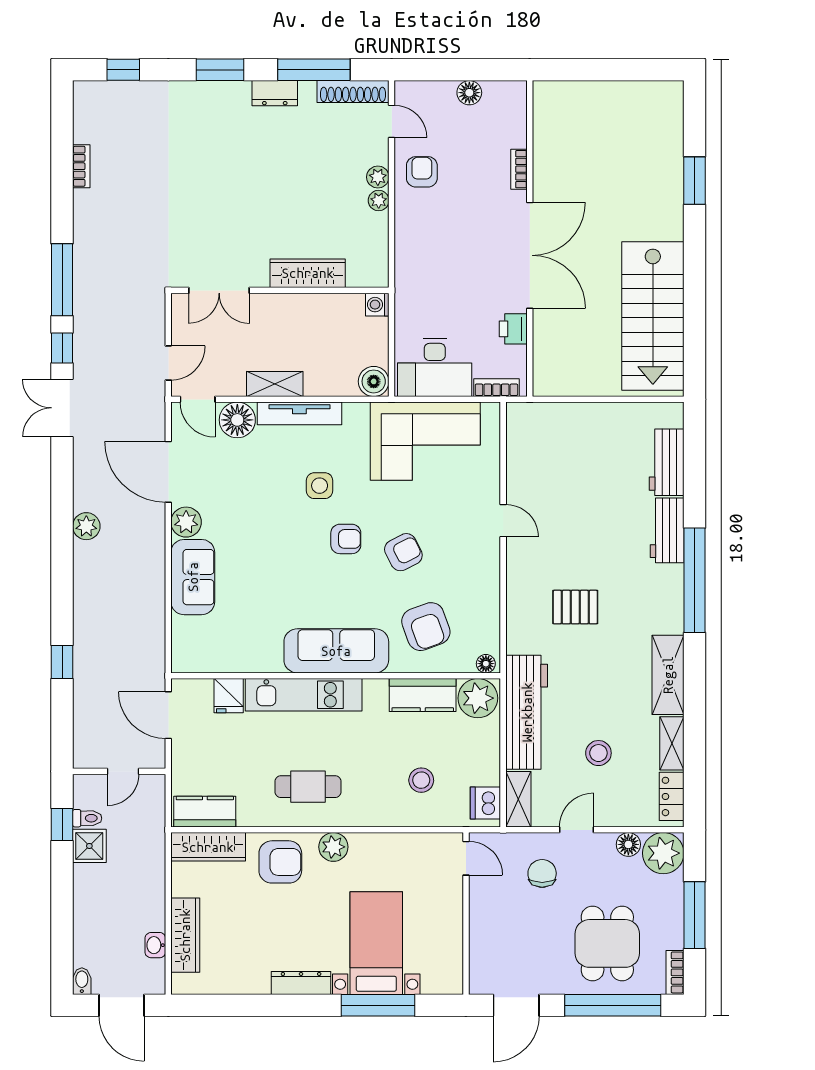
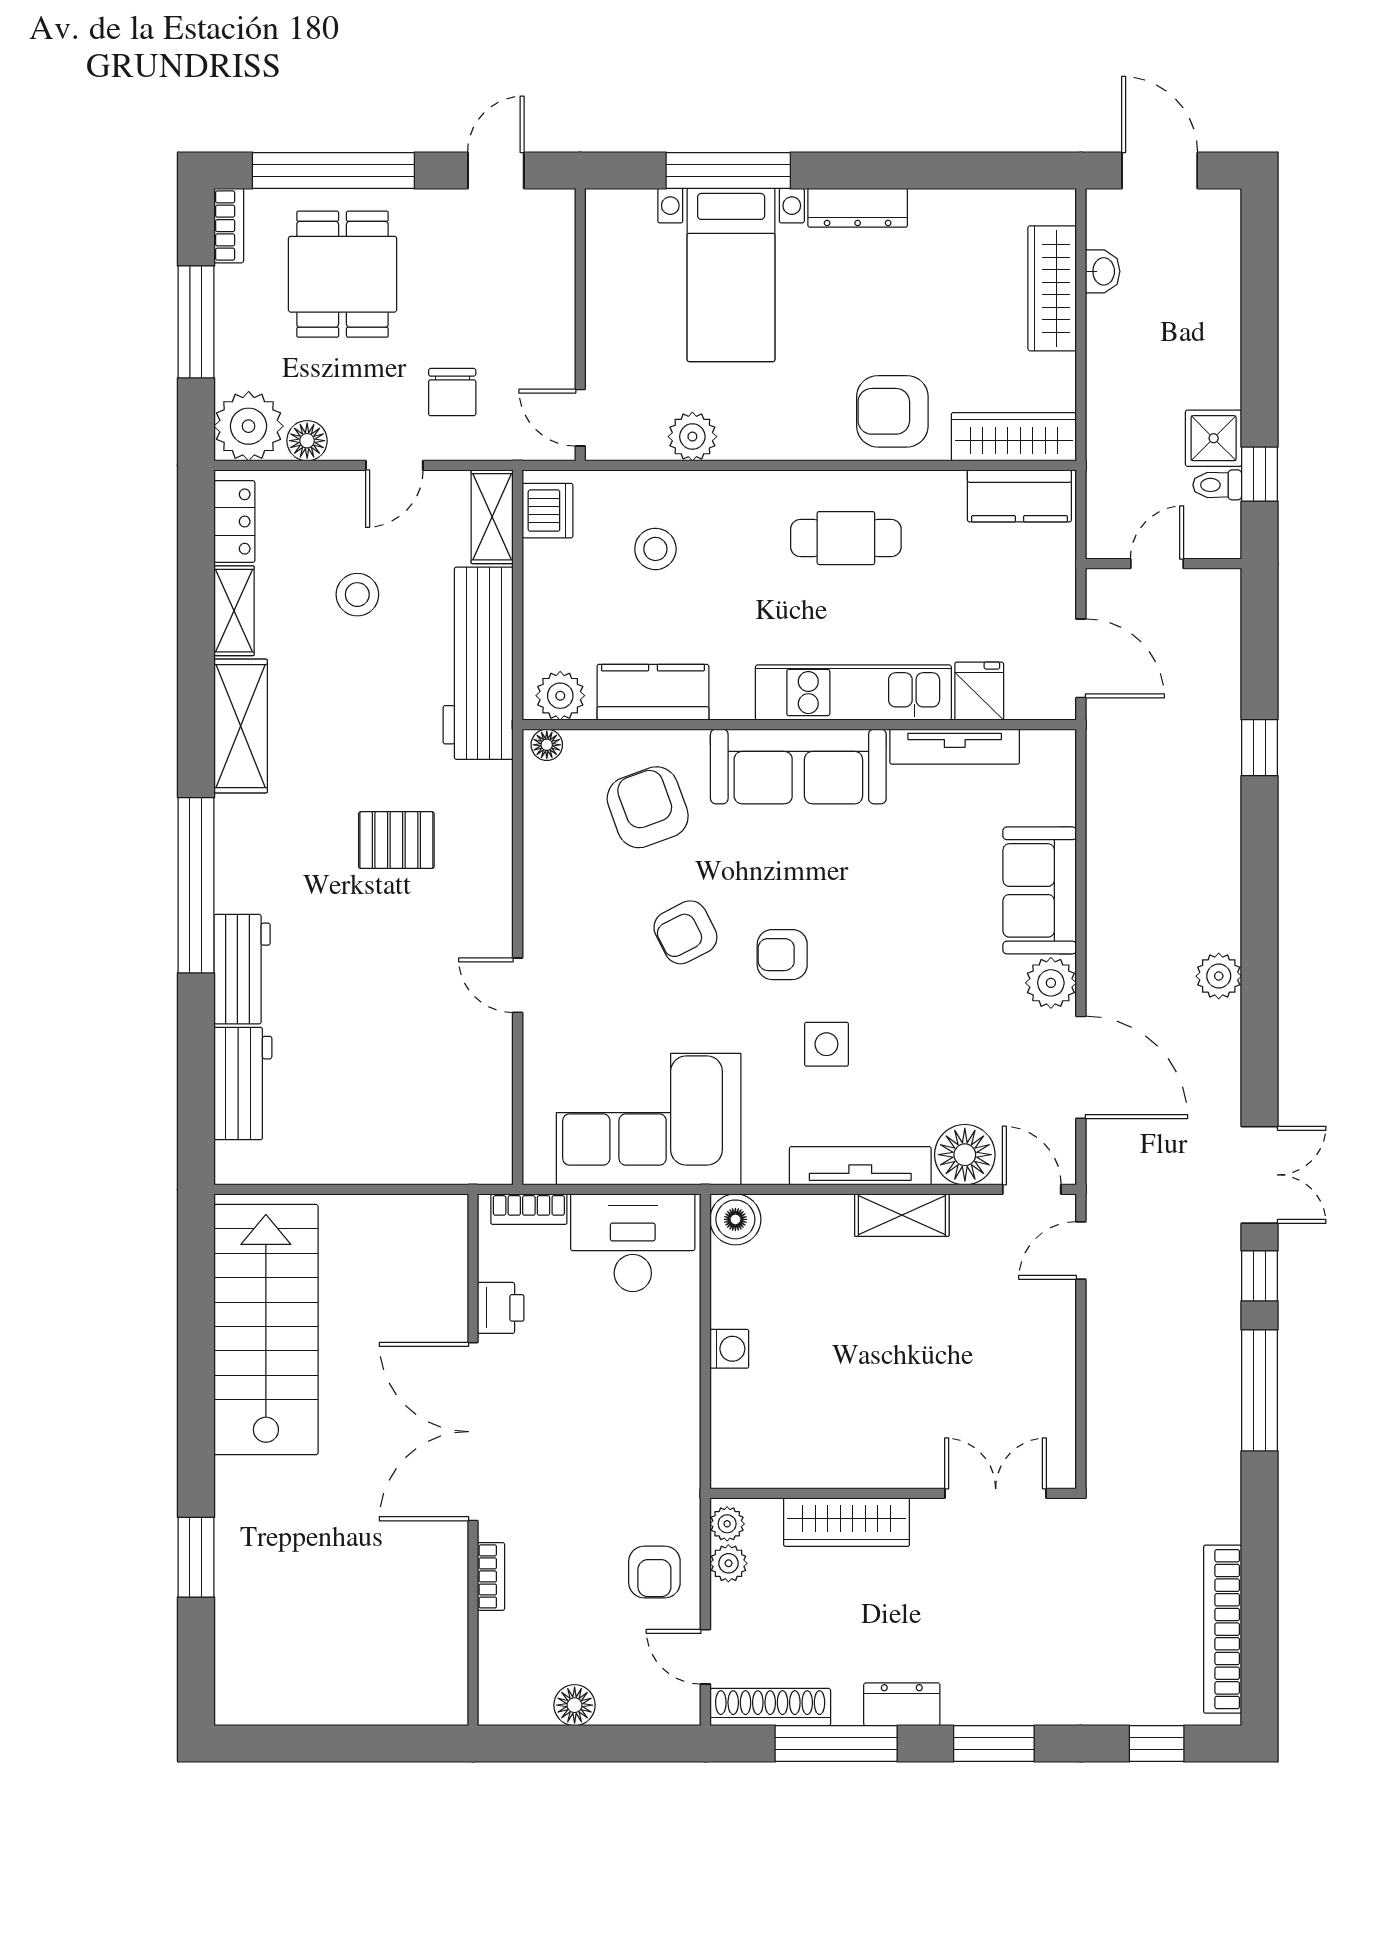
bookcase: (81, 166) -> (1223, 1629), width x2.31, depth x1.31
wardrobe: (308, 273) -> (847, 1522), moved
double door: (219, 290) -> (996, 1493), moved
wall: (280, 290) -> (893, 1493), moved
tv unit: (243, 663) -> (955, 747), added
plant: (478, 698) -> (560, 696), width x0.73, depth x0.73
plant: (333, 847) -> (692, 437), moved
bidet: (82, 981) -> (1226, 211), removed
door: (516, 1005) -> (496, 170), width x0.73

